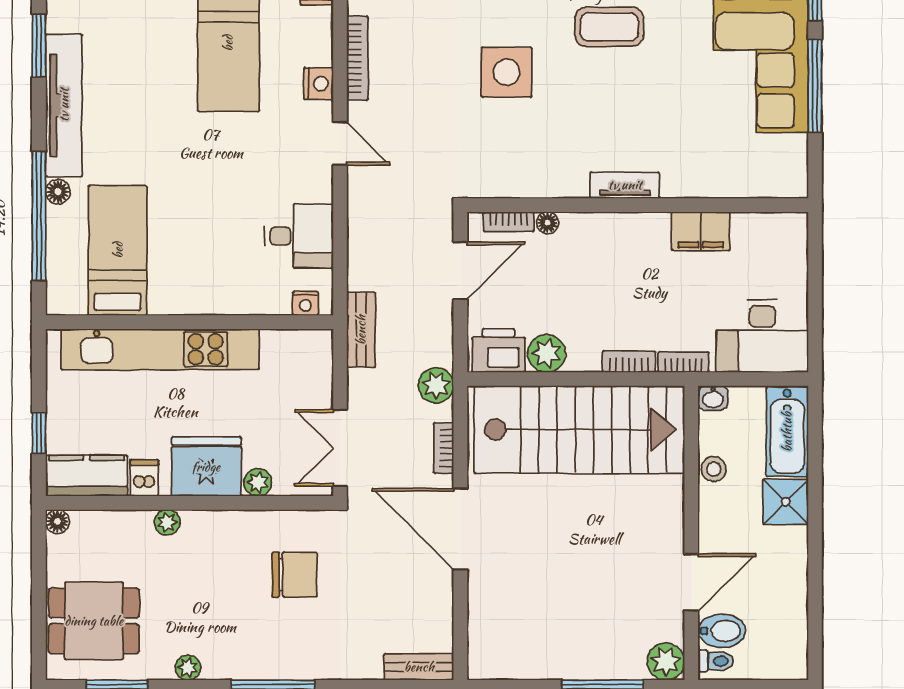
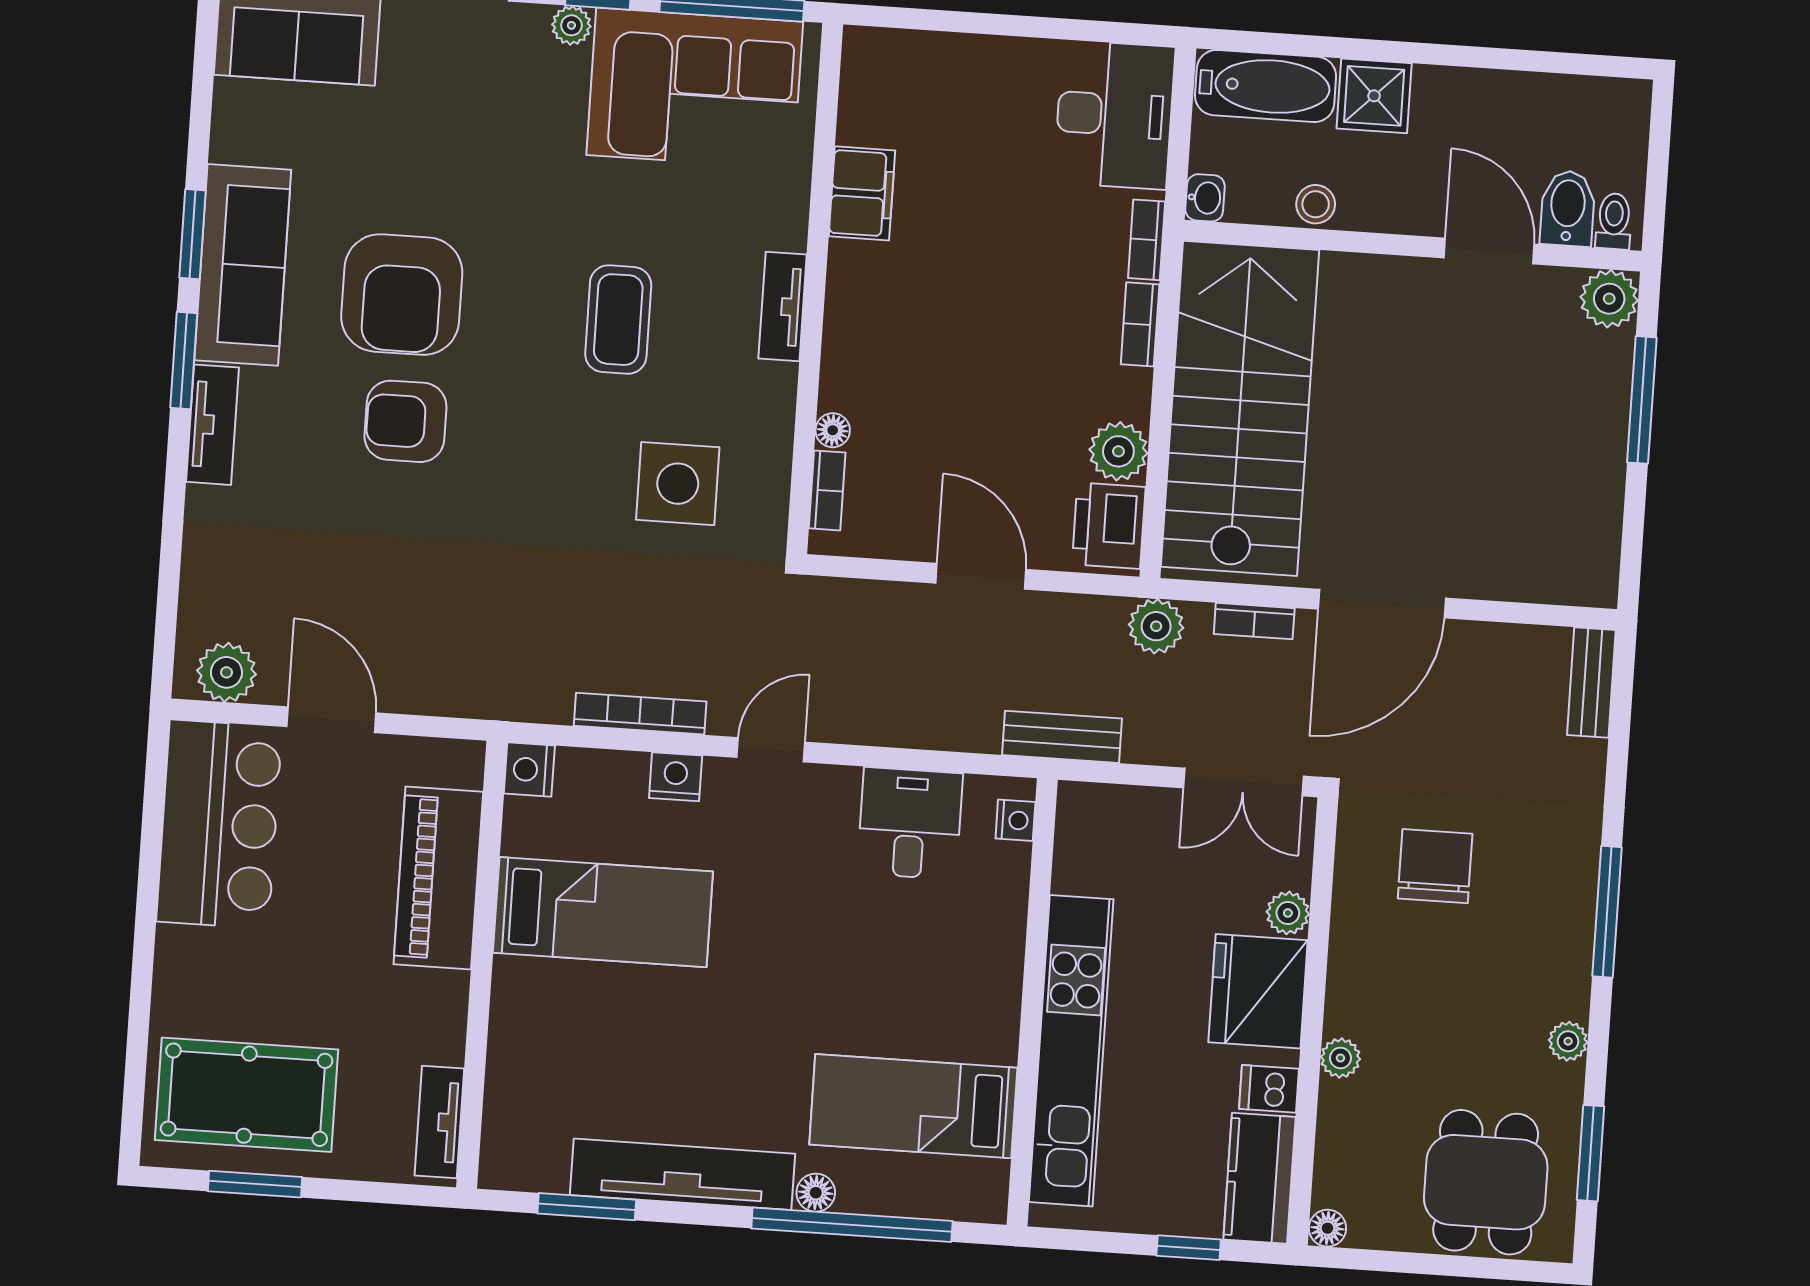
tv unit: (625, 185) -> (783, 307), moved
wall: (638, 205) -> (815, 288), moved
bookcase: (509, 222) -> (827, 490), moved
floor lamp: (548, 223) -> (833, 430), moved
filing cabinet: (701, 231) -> (862, 193), moved

